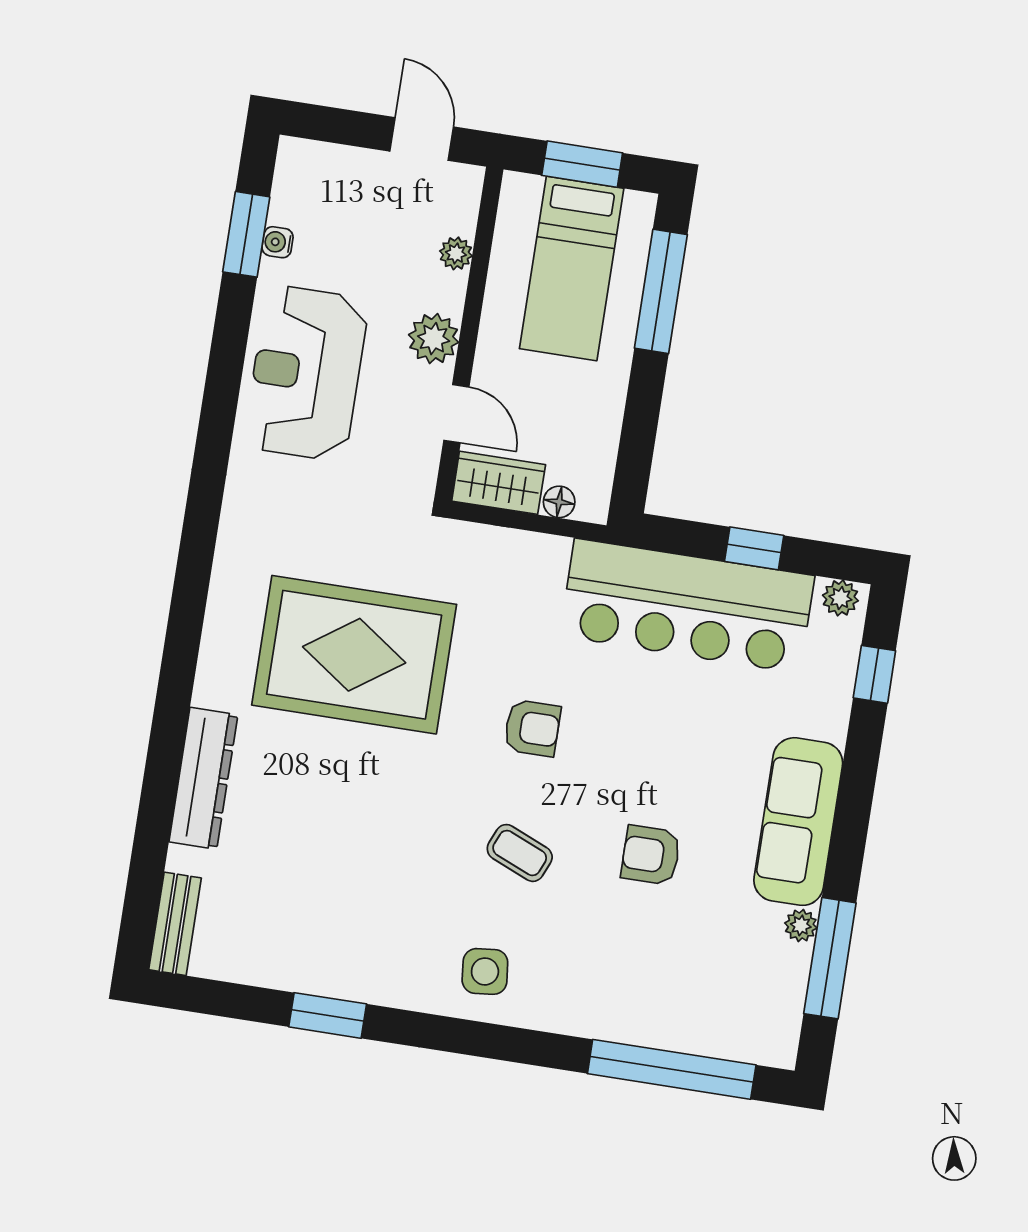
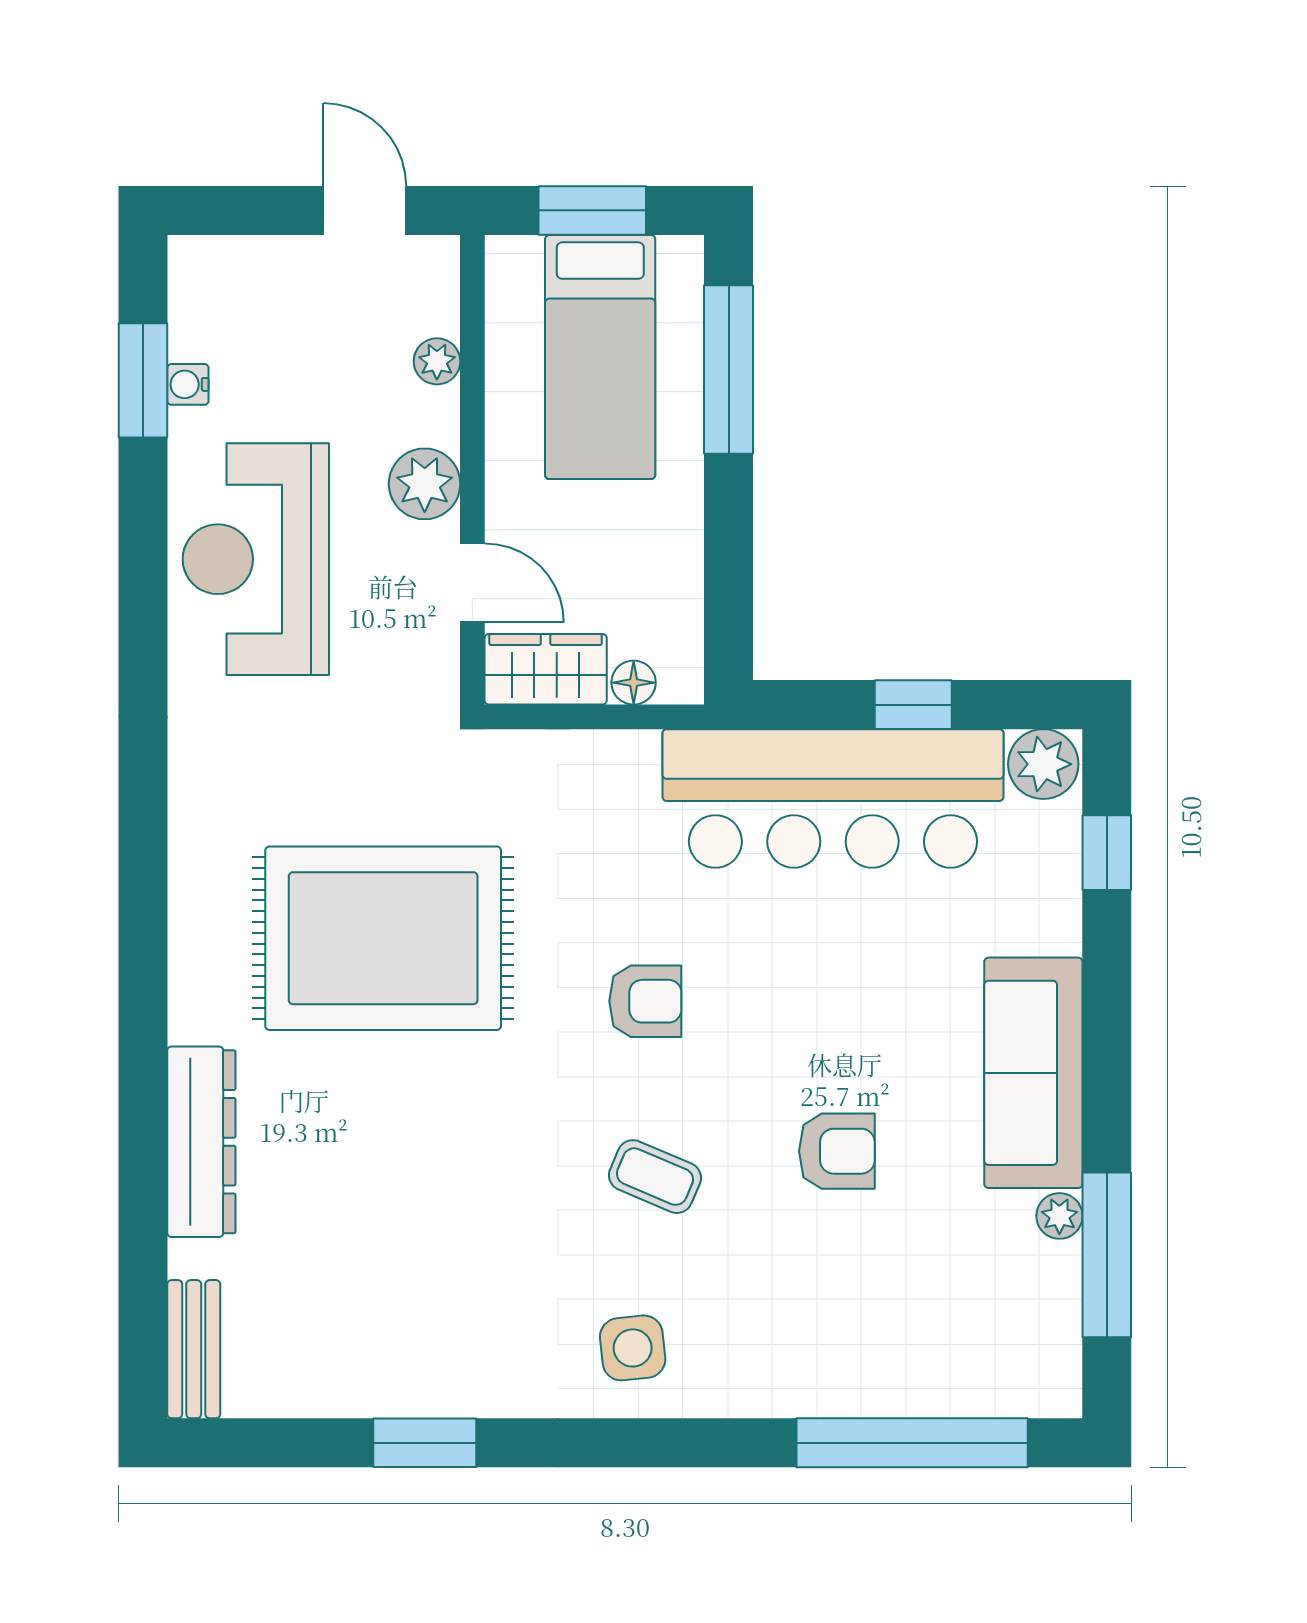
plant: (840, 598) -> (1043, 764), width x1.38, depth x1.38
armchair: (651, 855) -> (837, 1151), turned 180

